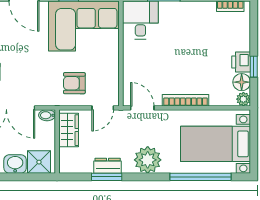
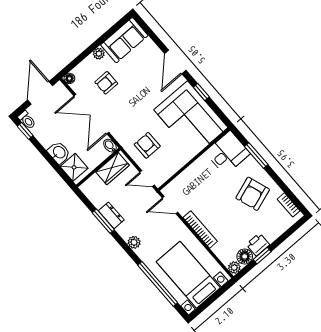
armchair: (194, 29) -> (253, 194), added
door: (142, 108) -> (170, 205), swing flipped
plant: (148, 160) -> (134, 242), width x0.53, depth x0.53

